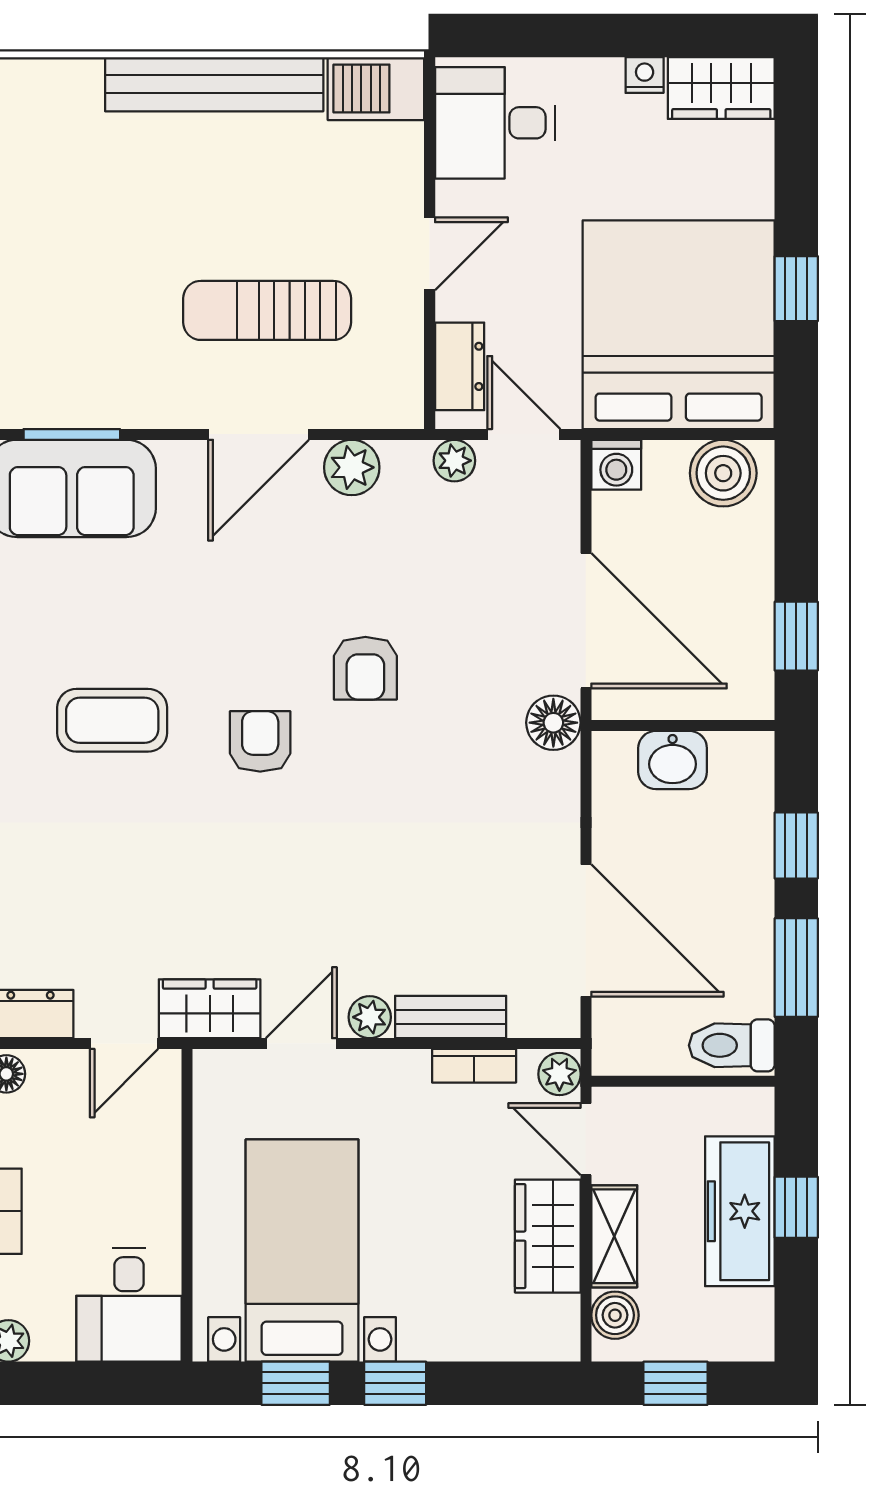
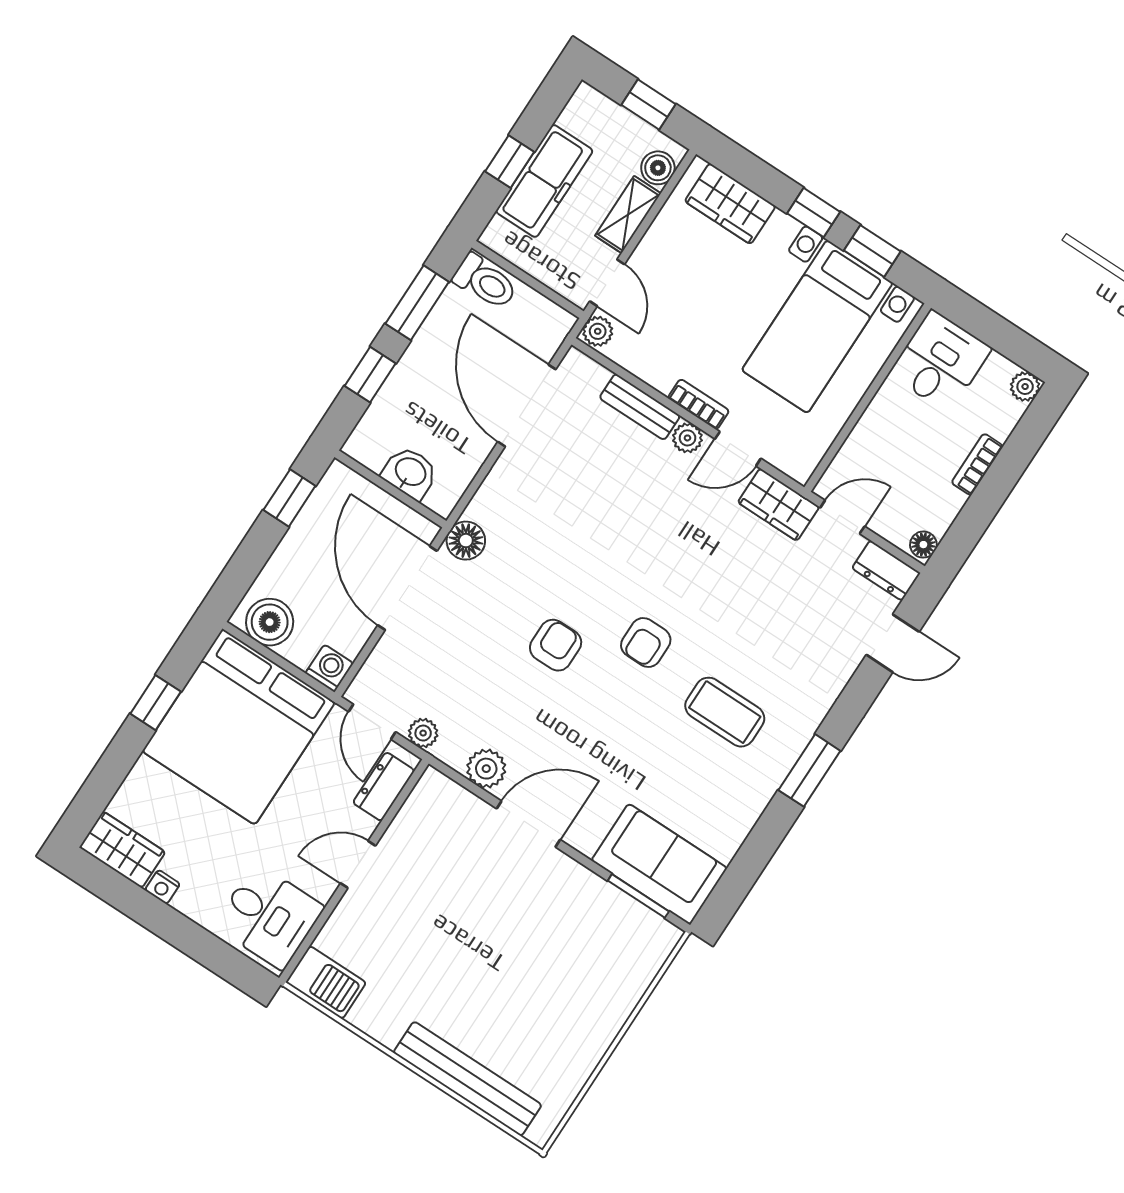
bench: (214, 84) -> (467, 1079), moved
sun lounger: (267, 310) -> (476, 894), removed
bookcase: (474, 1066) -> (699, 404), moved
wardrobe: (548, 1236) -> (730, 204), moved, turned 90

